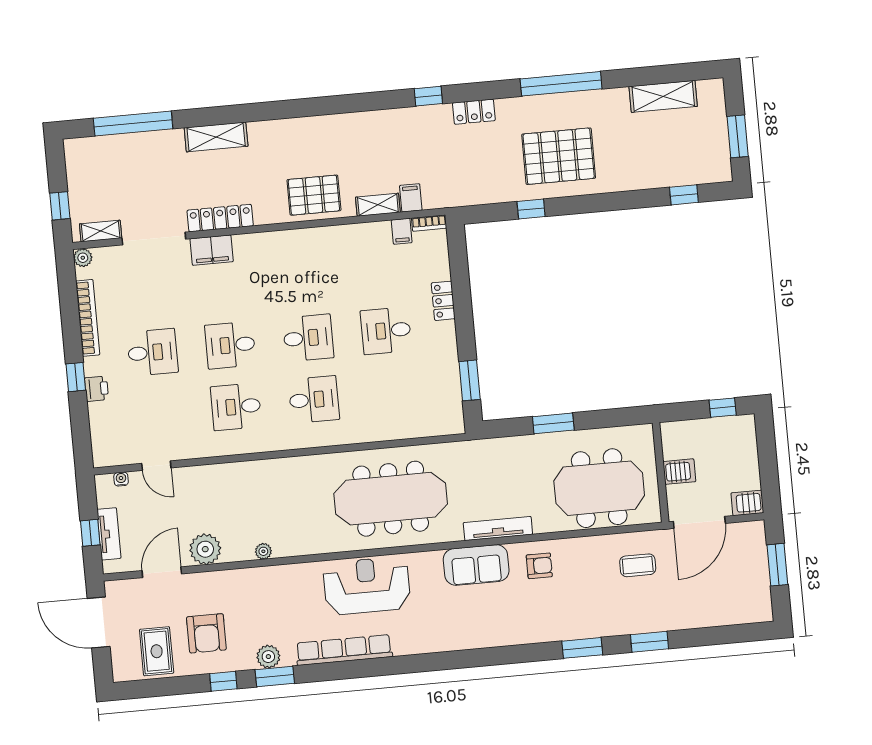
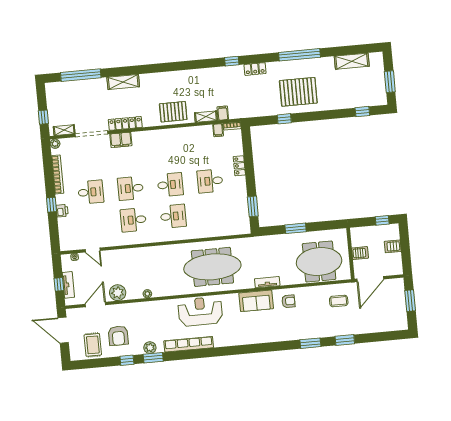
server rack: (747, 503) -> (393, 246), moved
tv unit: (498, 529) -> (267, 282), width x0.71

